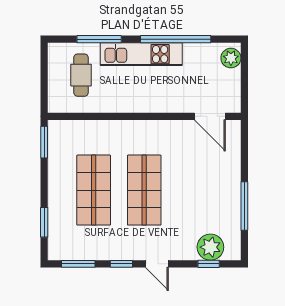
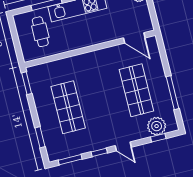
shop shelf: (144, 190) -> (136, 90), moved

